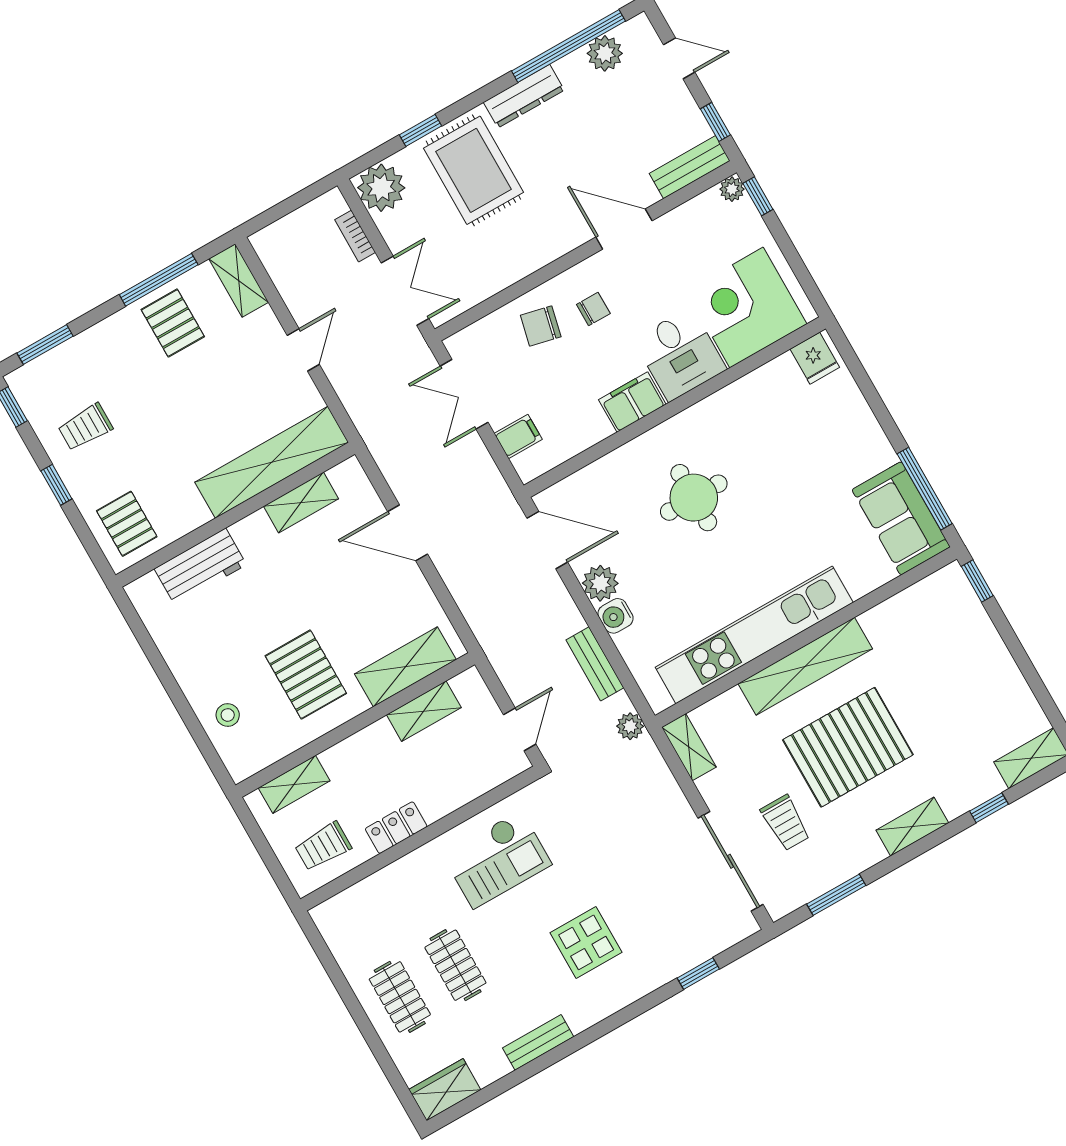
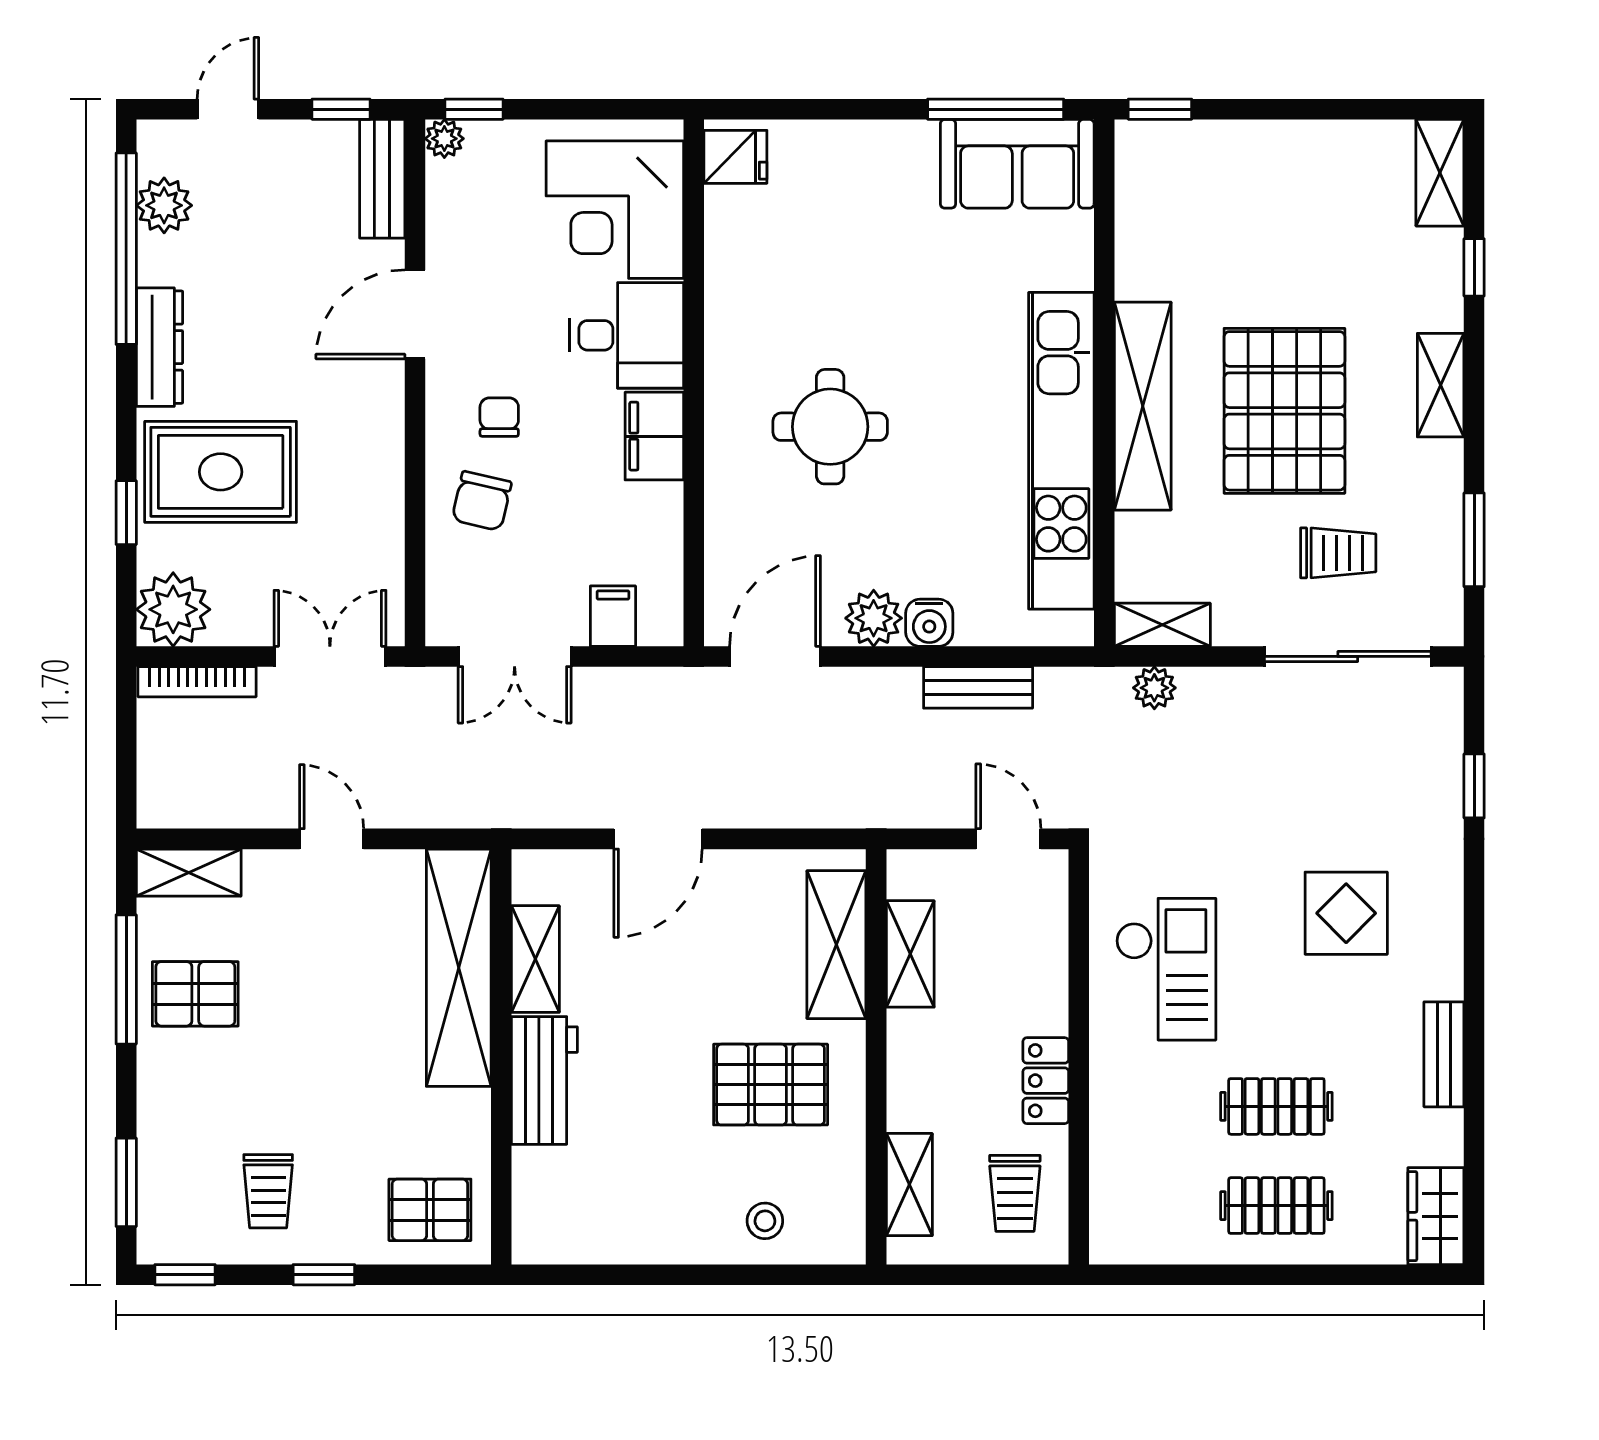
bookcase: (355, 236) -> (197, 682), width x1.56
workbench: (200, 567) -> (544, 1080), moved
plant: (630, 726) -> (1154, 688), moved

